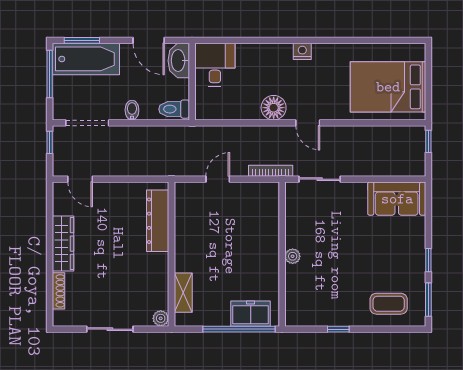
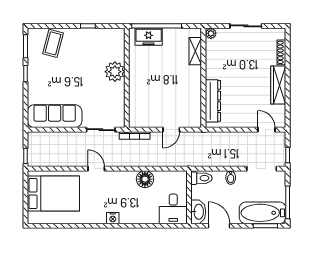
floor lamp: (274, 108) -> (145, 179), moved
door: (308, 123) -> (96, 169), moved
sofa: (397, 199) -> (55, 116), width x1.36
plant: (293, 256) -> (115, 72), width x1.87, depth x1.87
coffee table: (389, 304) -> (53, 43), turned -75

